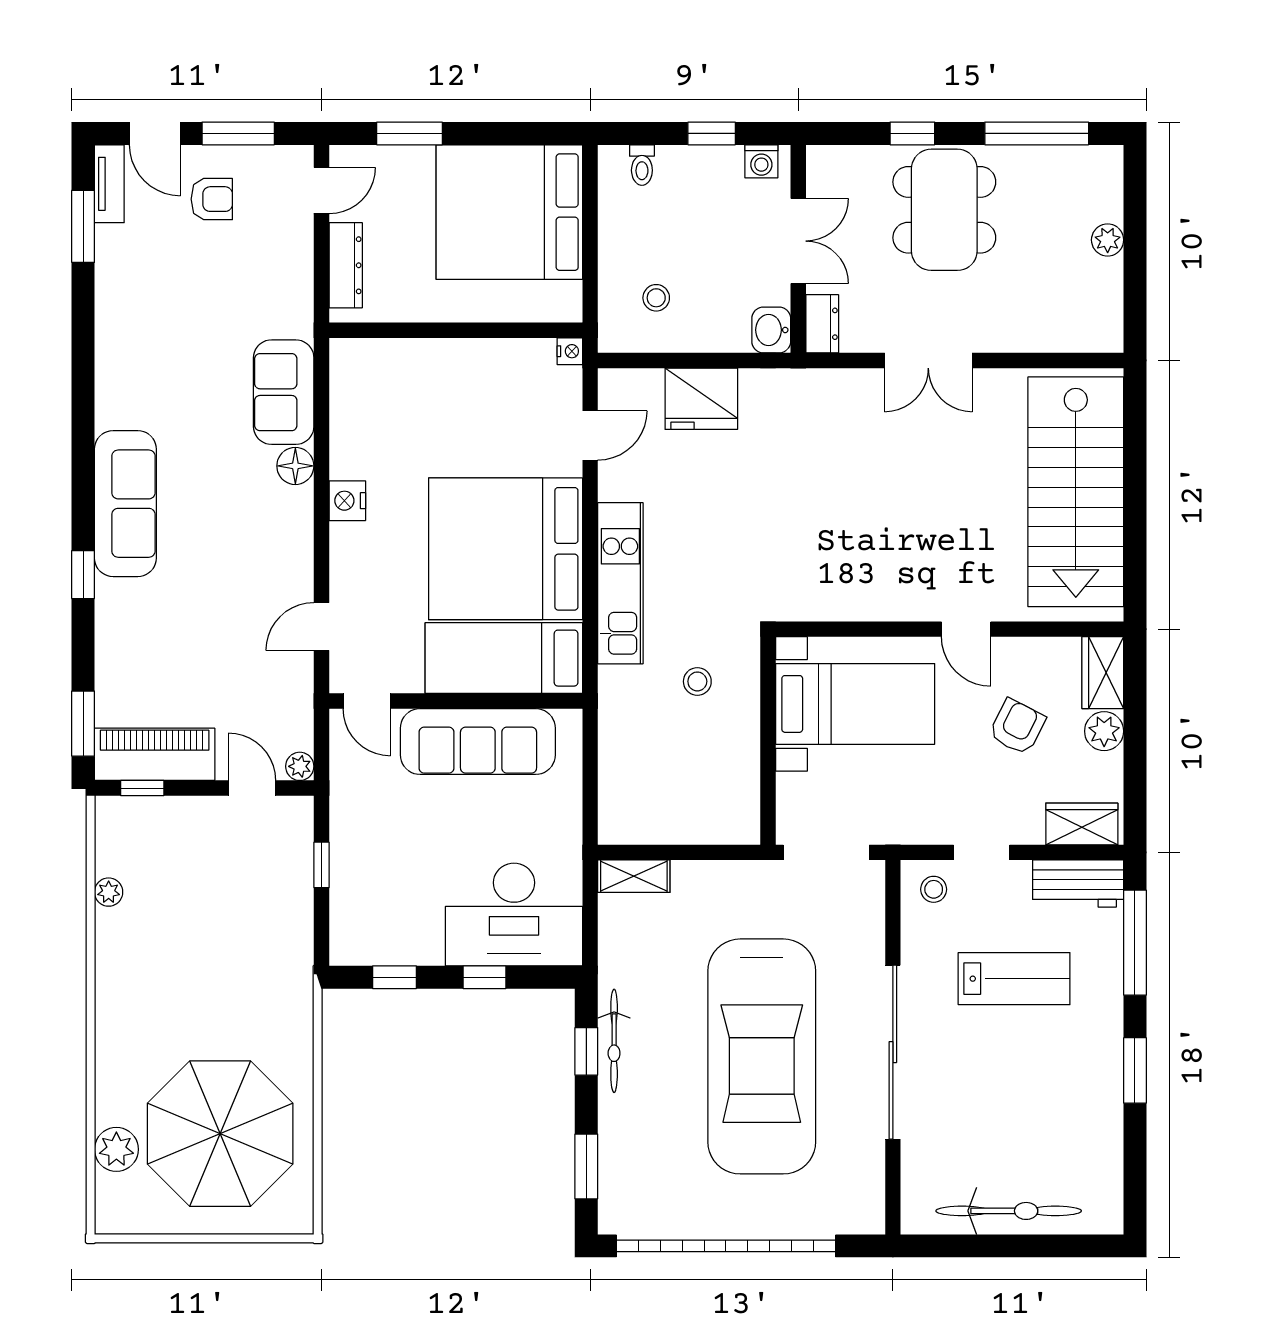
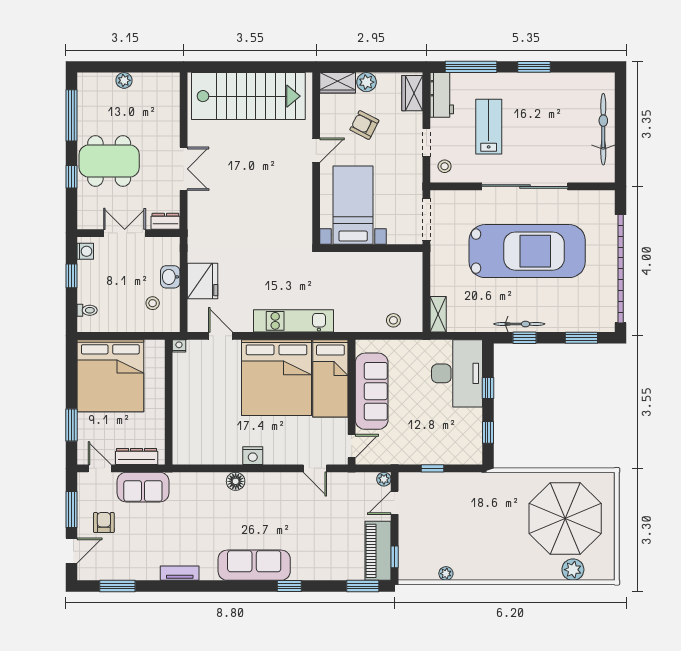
tv unit: (109, 184) -> (180, 573), moved
washbasin: (771, 330) -> (170, 277), moved, turned 90
sofa: (284, 392) -> (143, 487), moved
stool: (697, 681) -> (393, 320), moved

